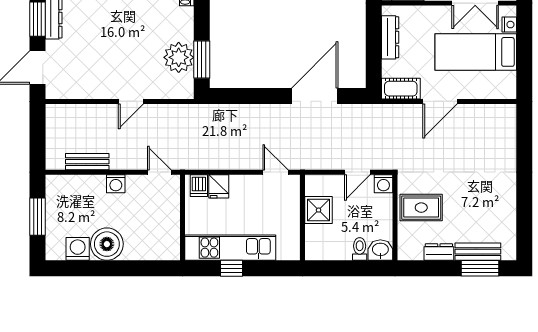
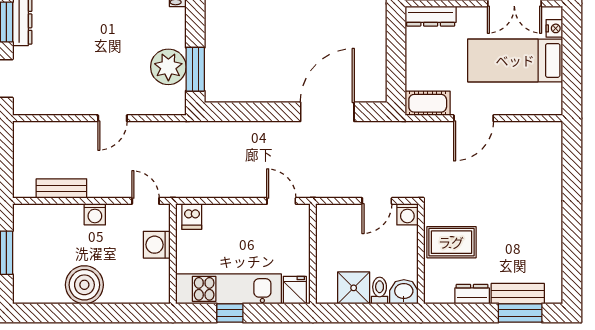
dresser: (390, 37) -> (431, 16), moved, turned 90
fridge: (219, 186) -> (295, 290), moved, turned 180
shower: (319, 210) -> (354, 288), moved
washing machine: (78, 249) -> (157, 245), moved, turned -90

